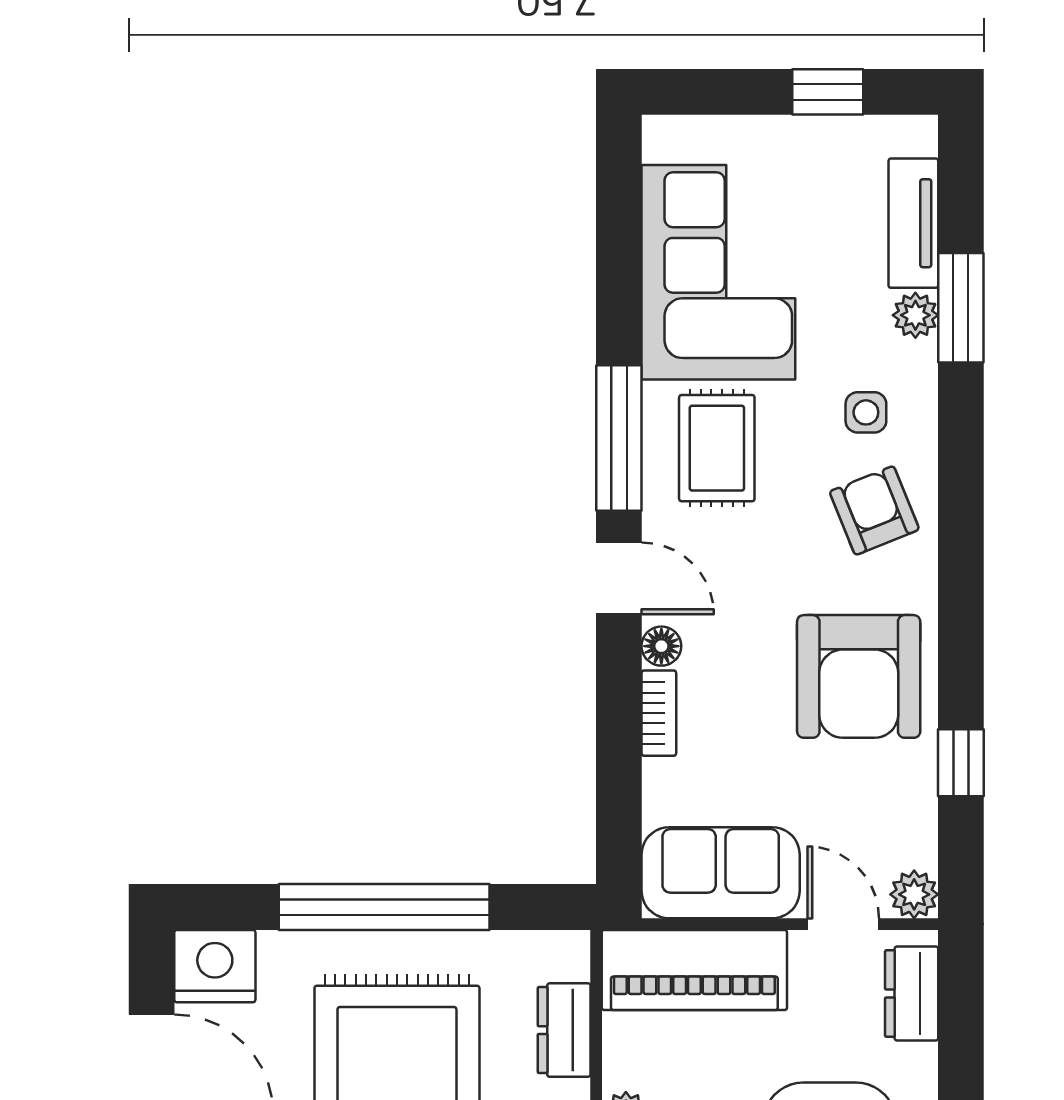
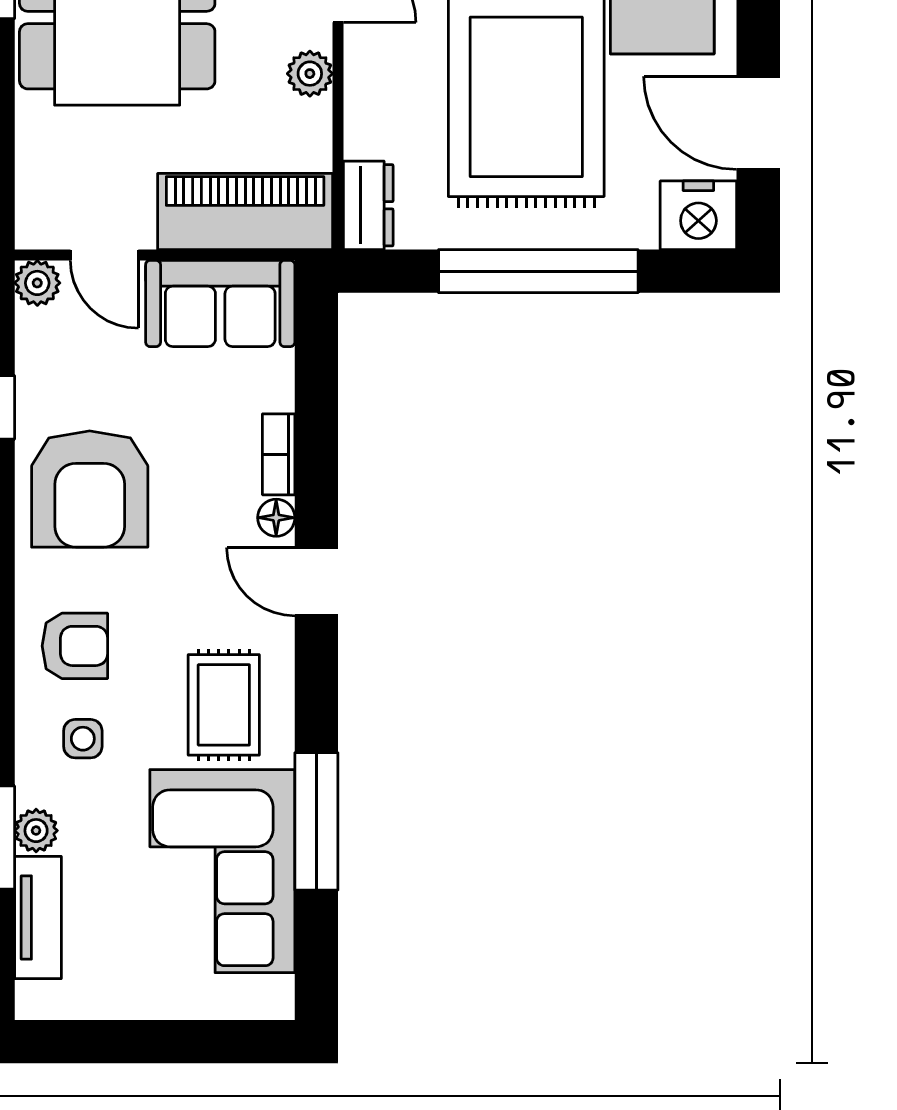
window: (828, 92) -> (119, 1042), removed
window: (619, 438) -> (316, 821), moved
armchair: (874, 511) -> (75, 646), turned -68
armchair: (859, 676) -> (90, 489), turned 180
dresser: (912, 994) -> (40, 189), removed
dresser: (564, 1030) -> (368, 205), moved

